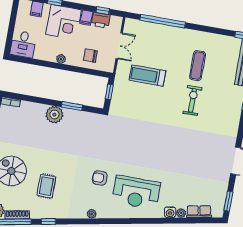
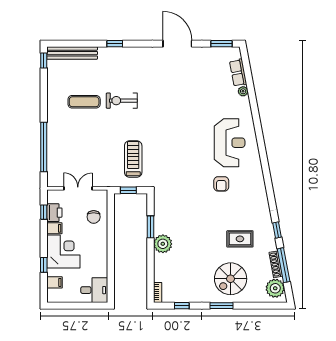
plant: (61, 59) -> (103, 247), removed
treadmill: (147, 76) -> (133, 159), moved, turned 180
water cooler: (170, 212) -> (244, 103), removed
plant: (92, 214) -> (261, 186), removed

